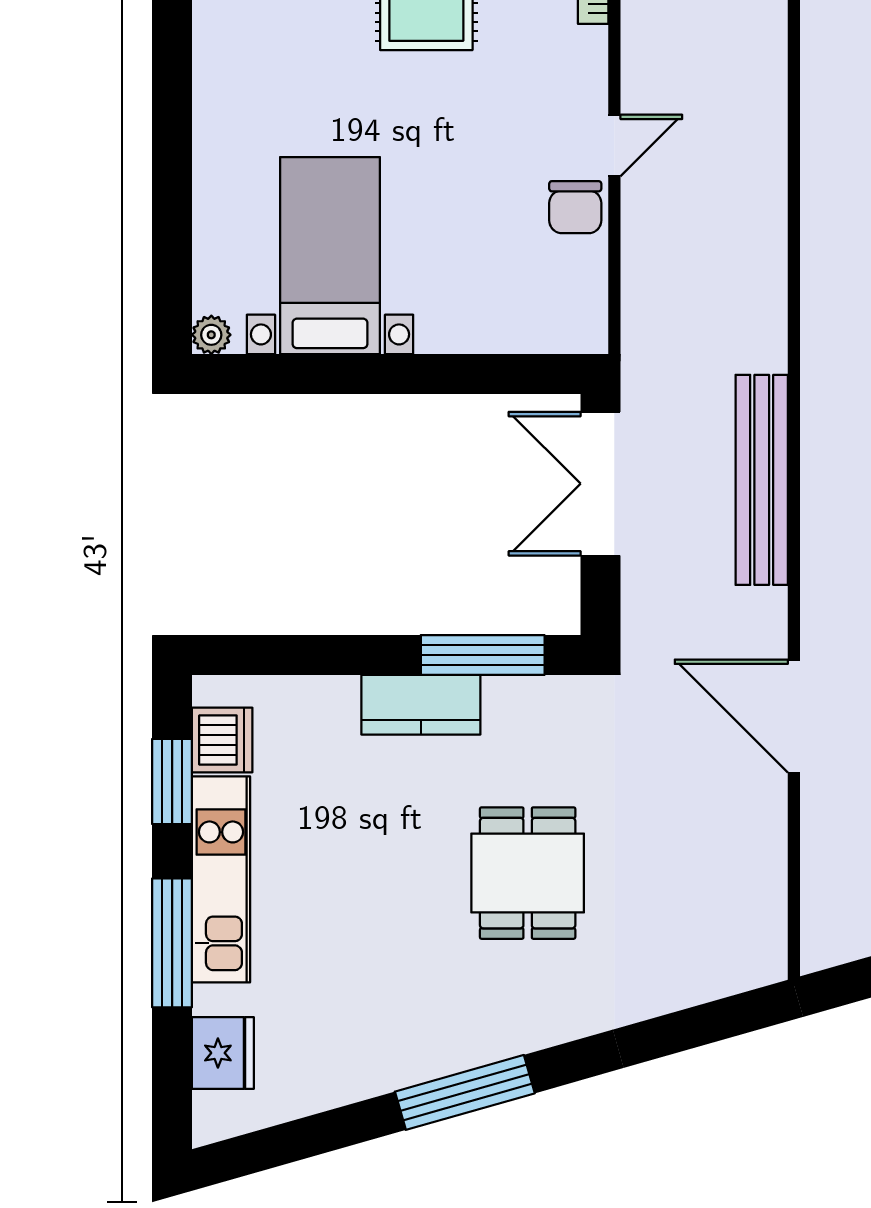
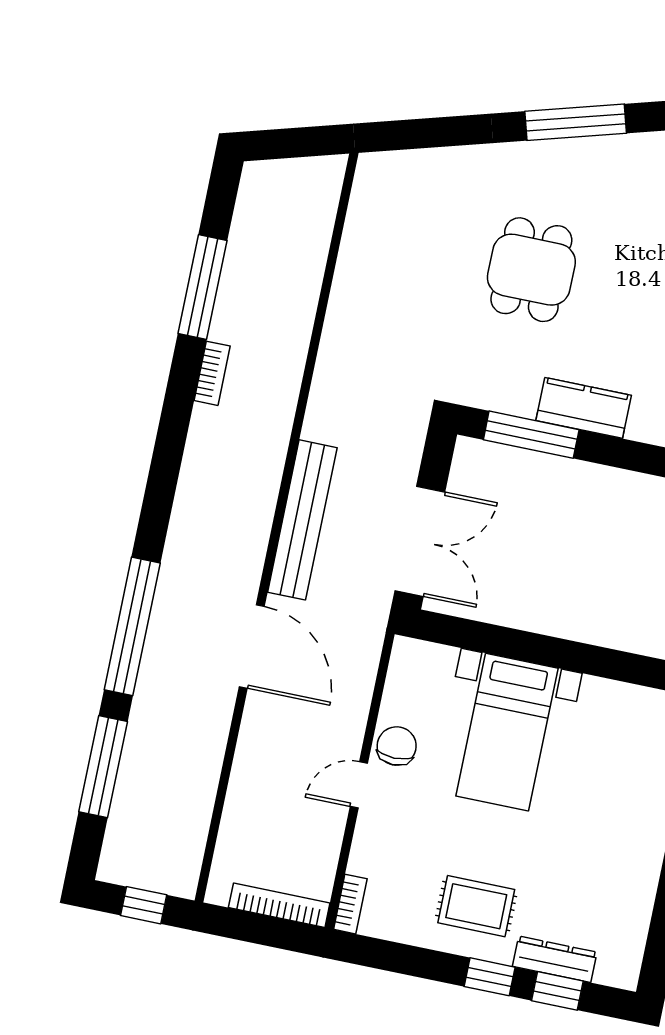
bed with nightstands: (330, 256) -> (507, 732), moved
door: (794, 716) -> (252, 647), moved
window: (465, 1092) -> (576, 122), moved

